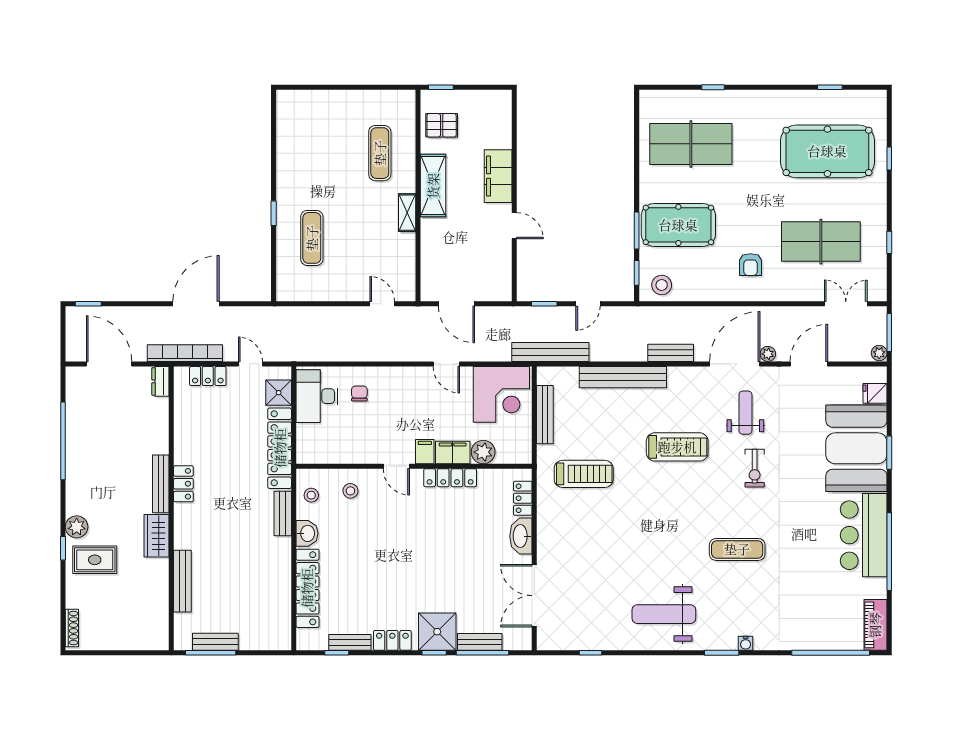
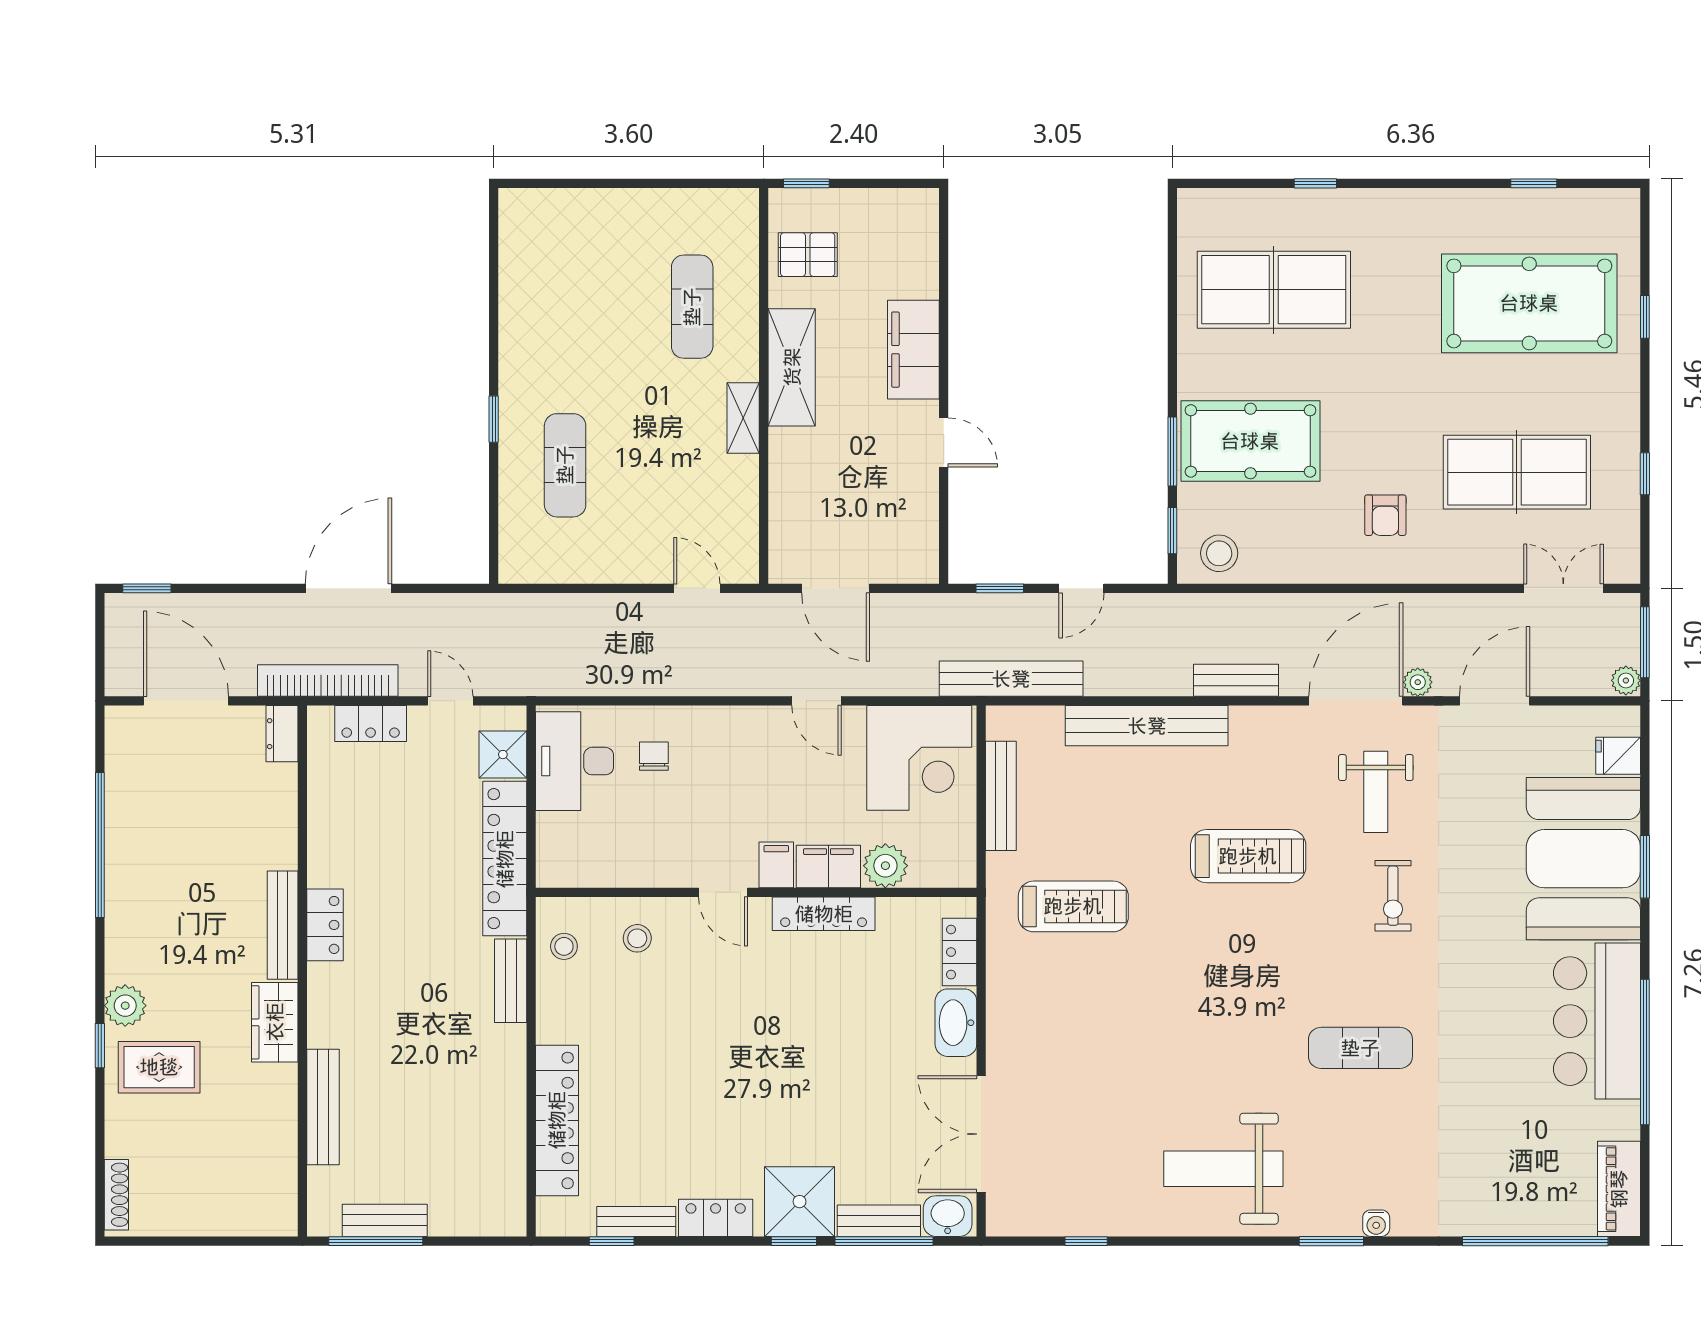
weight bench: (745, 413) -> (1376, 792), turned 180
washbasin: (307, 533) -> (948, 1216), moved, turned -90

